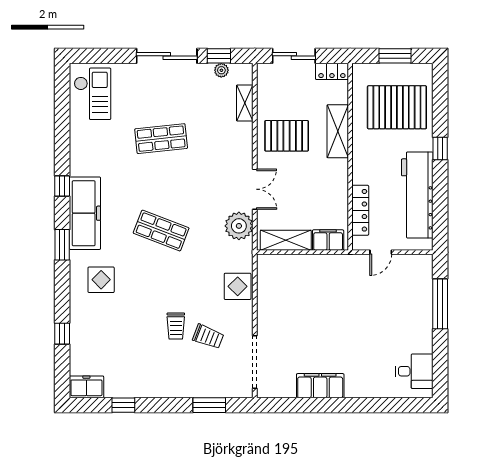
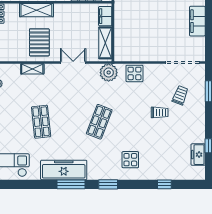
shelving: (245, 103) -> (32, 69), moved
window: (62, 186) -> (71, 184), width x2.17
freezer: (85, 213) -> (64, 170), moved
plant: (239, 226) -> (109, 73), moved
trolley: (208, 337) -> (180, 95), moved
freezer: (86, 387) -> (198, 155), moved

